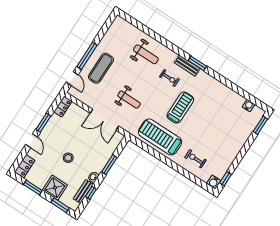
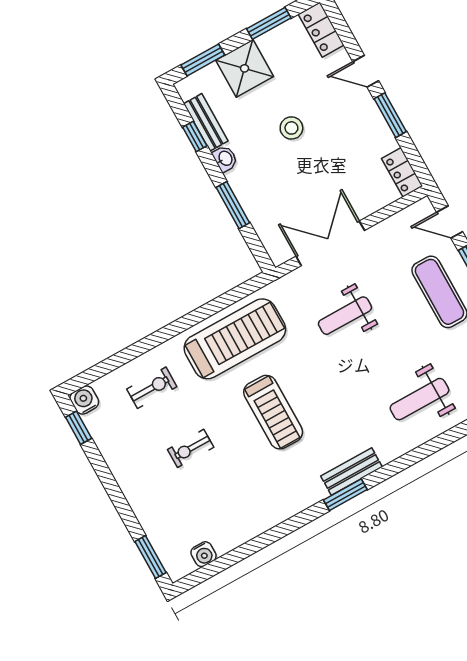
exercise bike: (169, 78) -> (191, 448), moved

